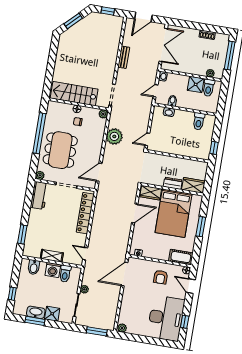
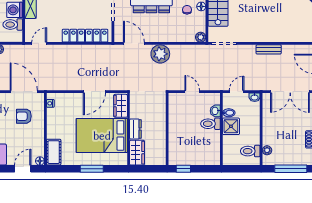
shower: (196, 84) -> (231, 126), moved
door: (155, 91) -> (237, 92), hinge flipped
toilet: (199, 121) -> (210, 124), moved
plant: (114, 136) -> (160, 54), moved
door: (147, 139) -> (192, 92), moved
door: (135, 213) -> (94, 92), hinge flipped
armchair: (161, 277) -> (24, 116), moved

